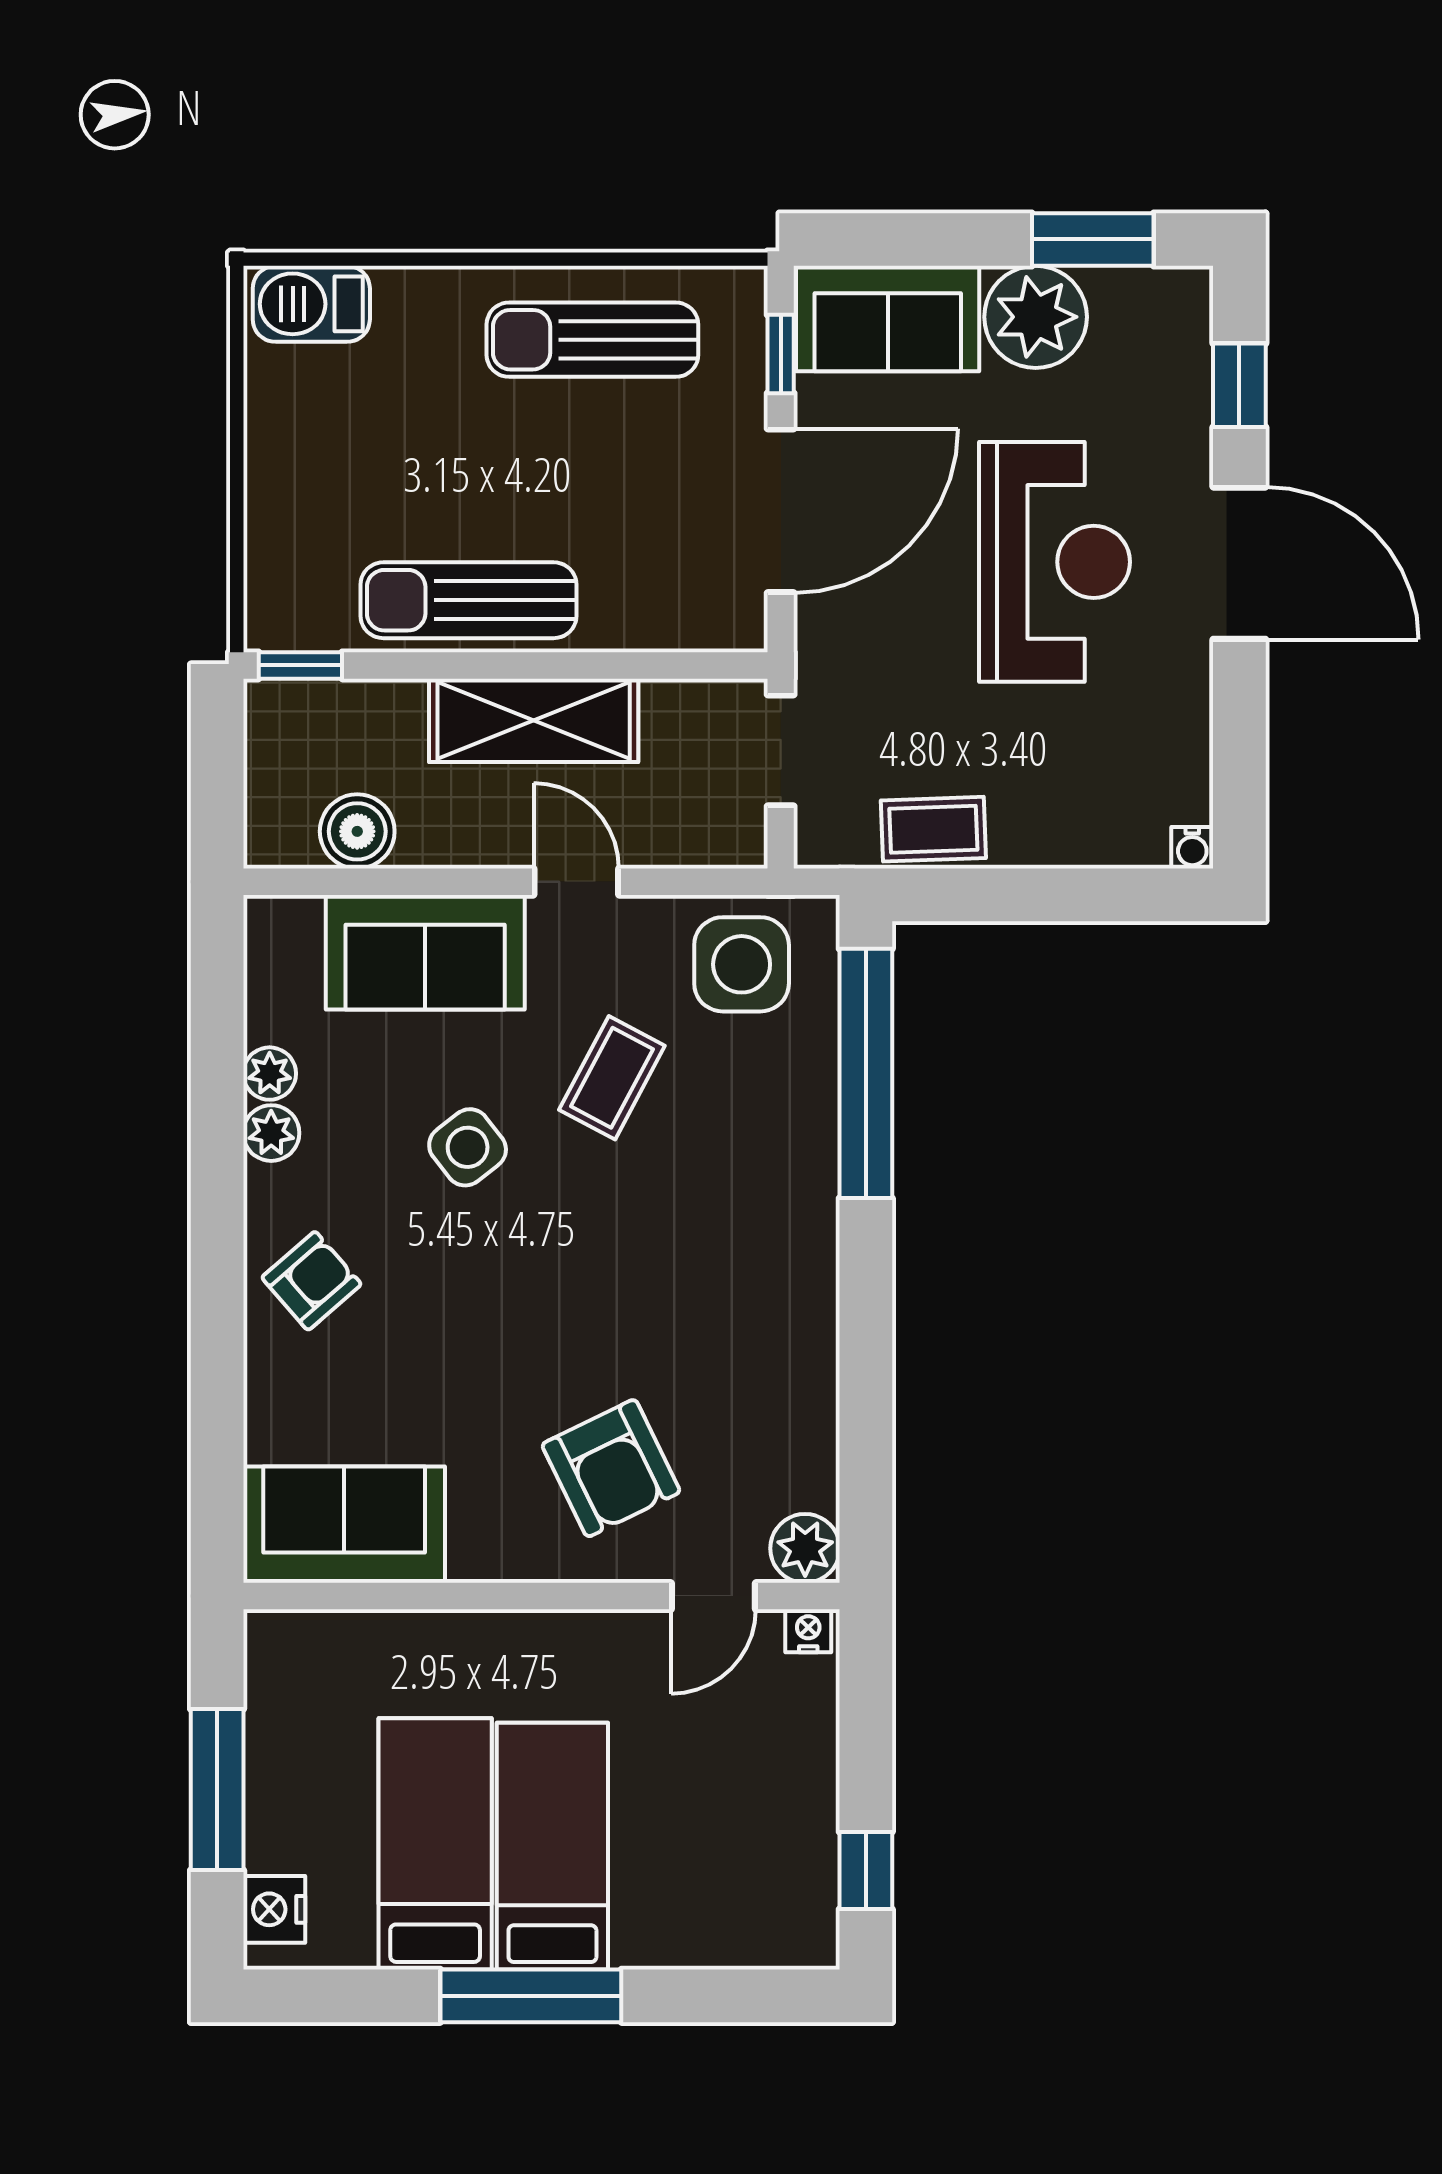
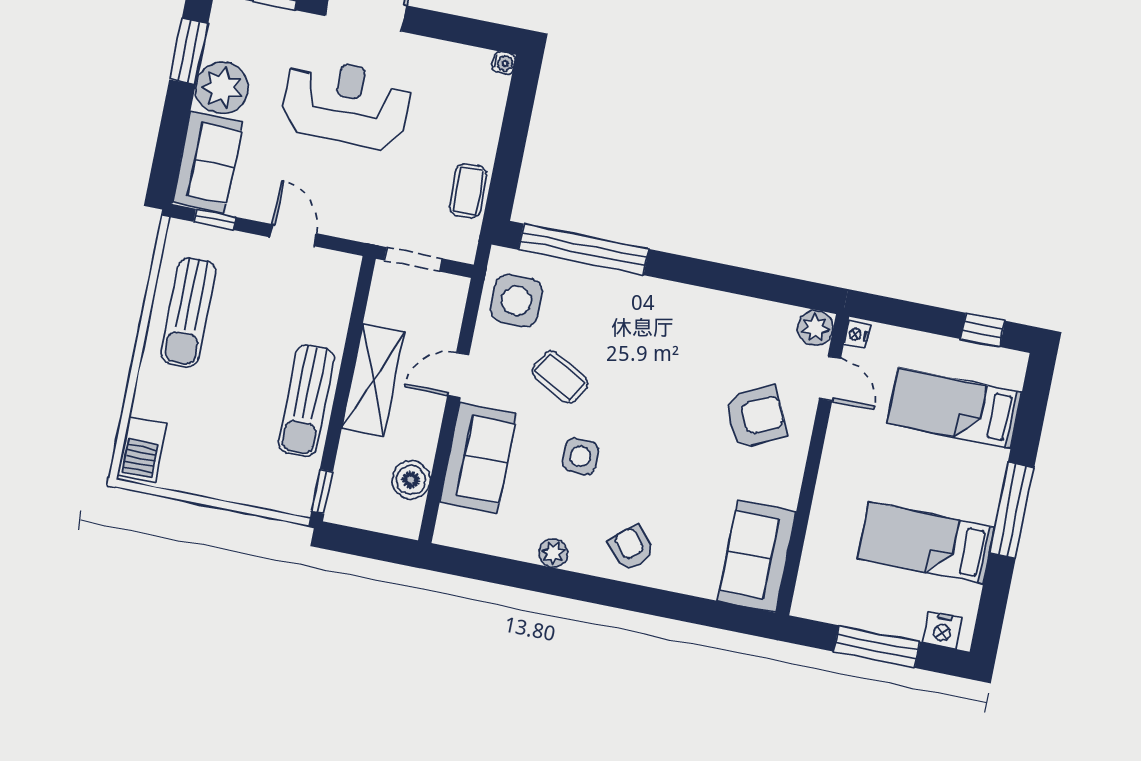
door: (781, 511) -> (293, 235), width x0.53
plant: (270, 1074) -> (523, 548), removed
side table: (468, 1147) -> (580, 456), turned 38
bed: (552, 1846) -> (954, 408), moved

